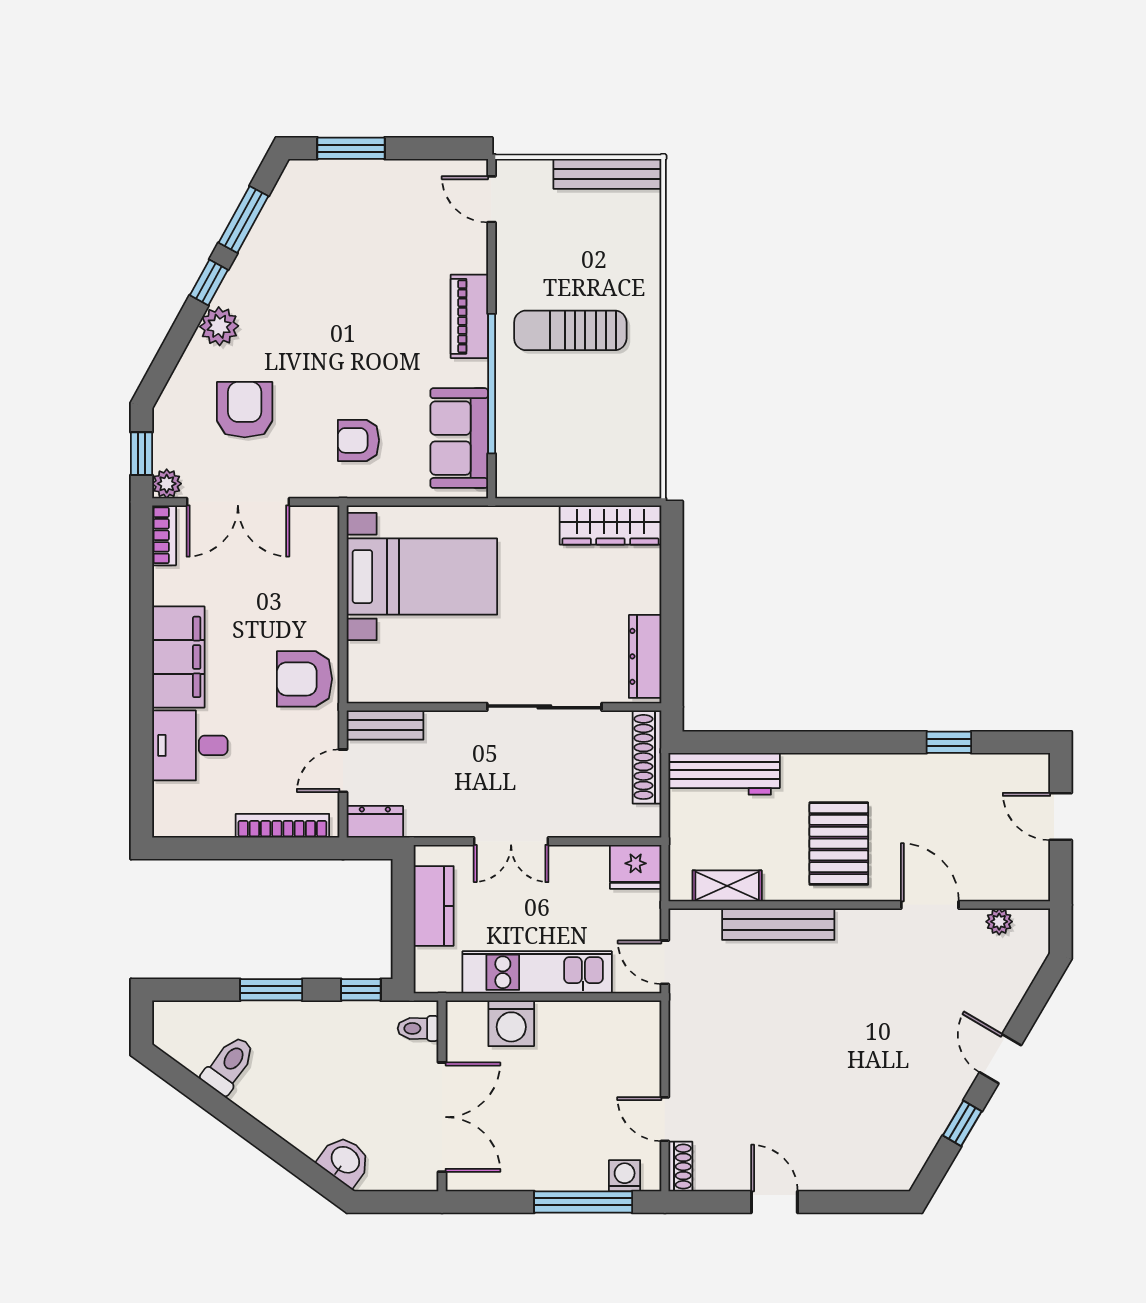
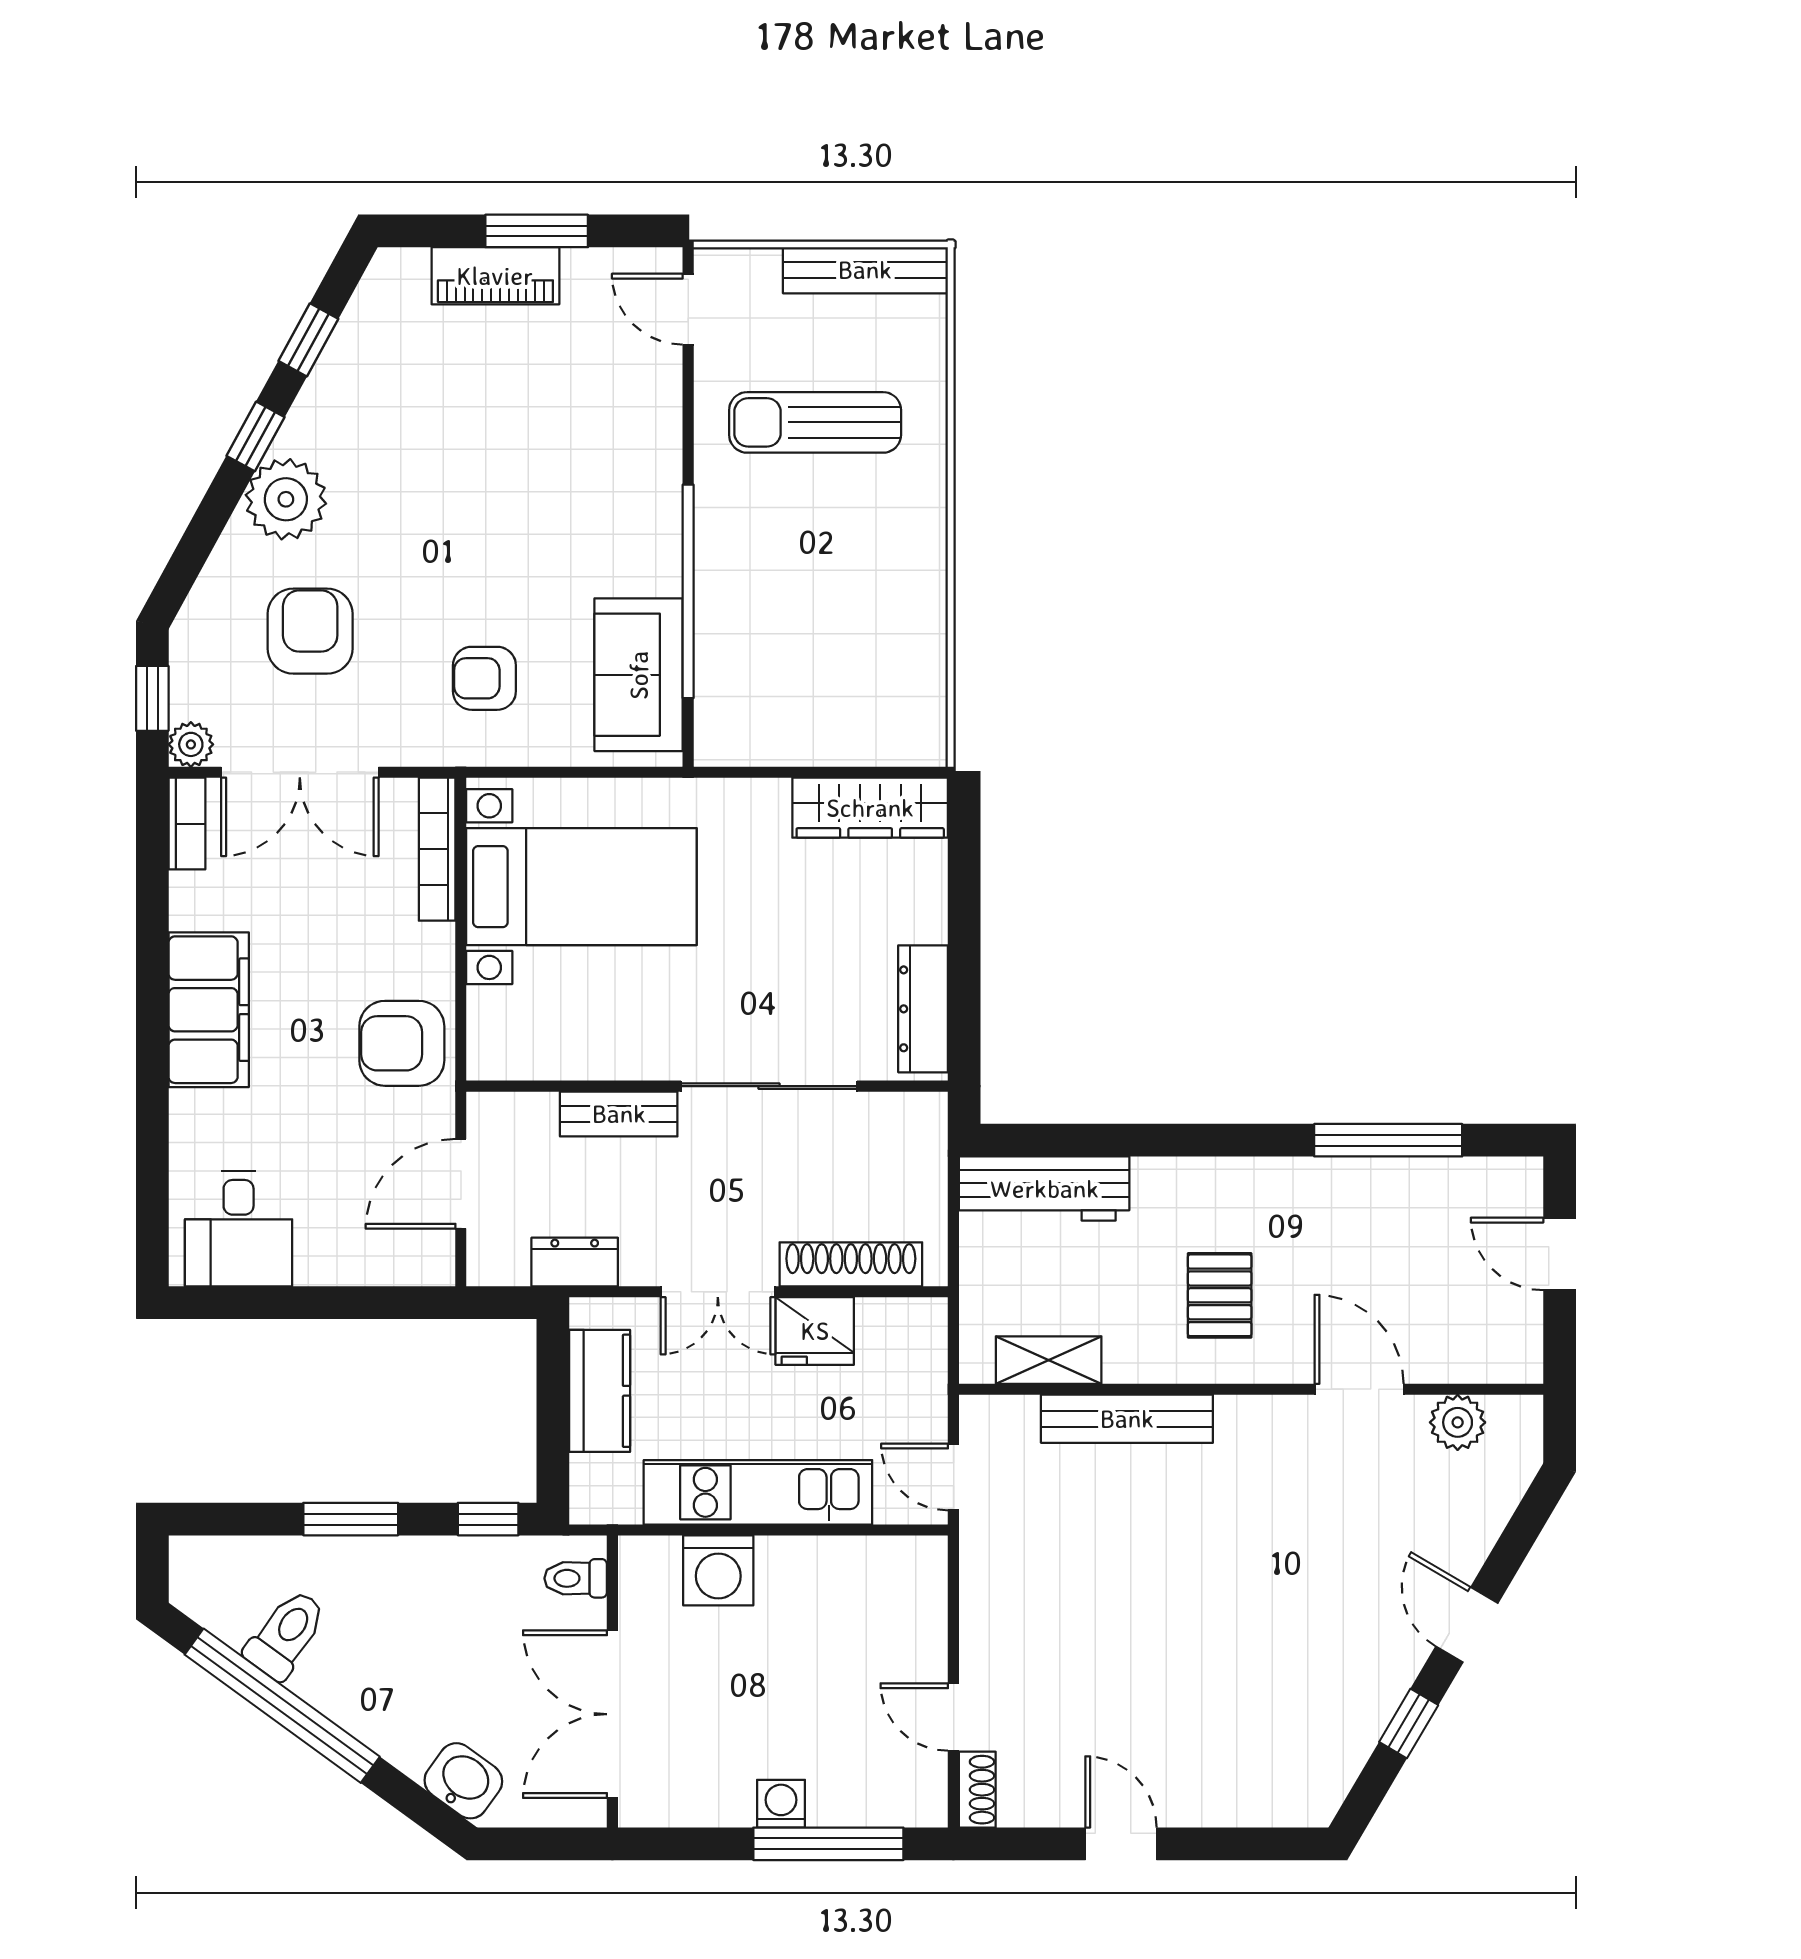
window: (351, 148) -> (537, 231), moved
window: (243, 219) -> (308, 340), width x0.67
piano: (469, 316) -> (495, 276), moved, turned -90
plant: (219, 326) -> (286, 499), width x1.36, depth x1.36
sun lounger: (570, 330) -> (815, 422), moved
bench: (385, 725) -> (619, 1114), moved
window: (949, 742) -> (1388, 1140), width x2.17
desk: (190, 745) -> (239, 1229), moved, turned -90
shoe rack: (647, 757) -> (851, 1264), moved, turned 90
door: (343, 771) -> (461, 1184), width x1.37
dresser: (375, 822) -> (575, 1262), moved
bookcase: (282, 826) -> (437, 849), moved, turned -90
pallet: (839, 844) -> (1220, 1295), width x0.67, depth x0.71
fridge: (636, 867) -> (815, 1331), moved
plant: (999, 922) -> (1458, 1422), width x1.38, depth x1.38
window: (226, 1112) -> (282, 1706), added
double door: (442, 1117) -> (612, 1714), swing flipped
washing machine: (625, 1176) -> (781, 1804), moved

